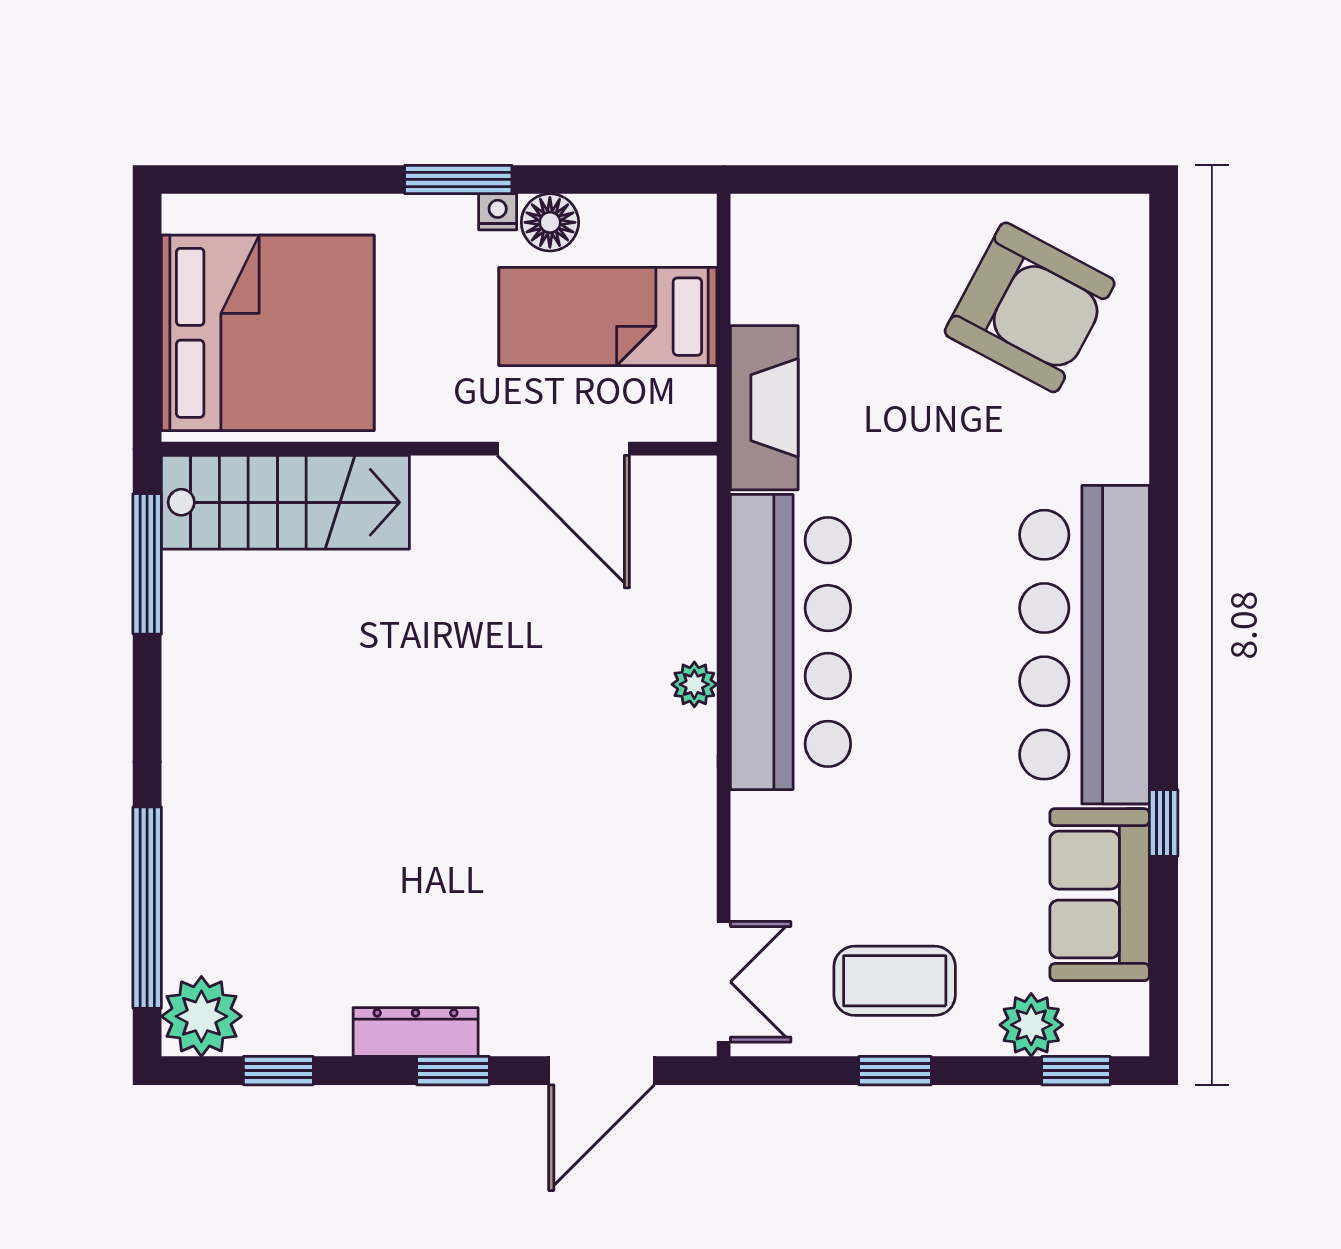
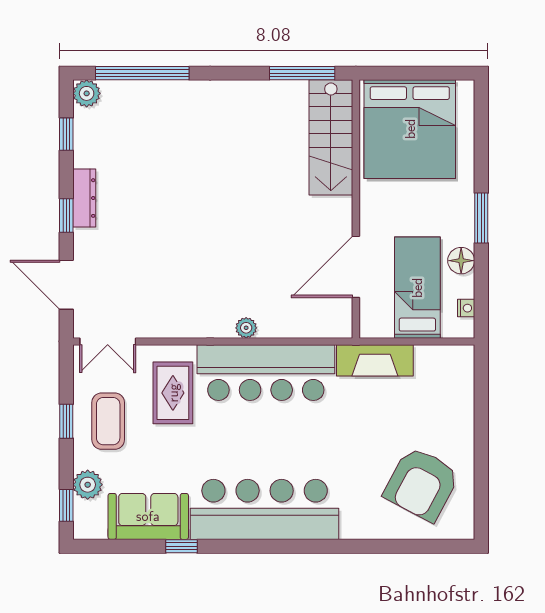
nightstand: (498, 212) -> (466, 308), moved
rug: (834, 842) -> (173, 393), added
plant: (201, 1016) -> (87, 93), width x0.73, depth x0.73

